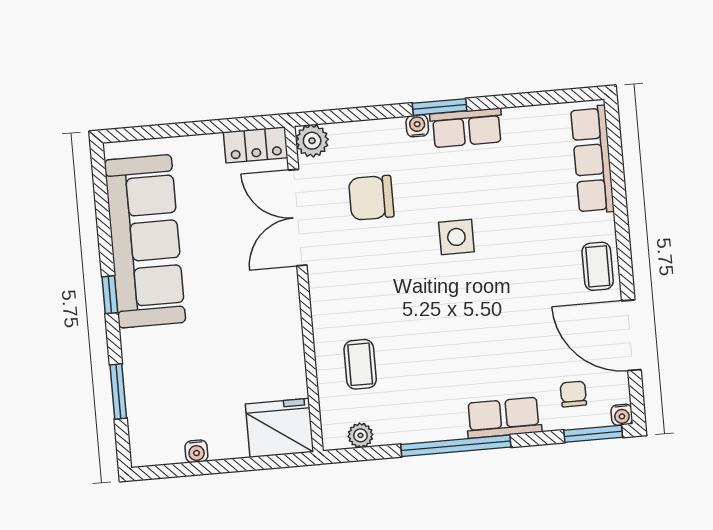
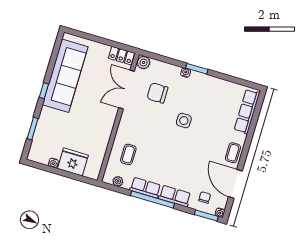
row of seats: (467, 128) -> (145, 188), moved, turned 180
fridge: (279, 428) -> (73, 162), moved

